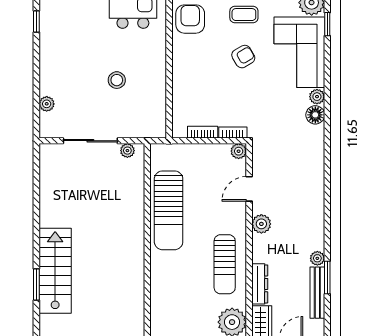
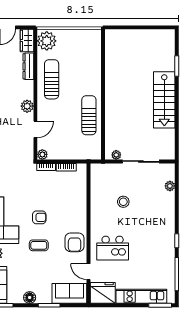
armchair: (243, 57) -> (39, 217), turned -150
sun lounger: (169, 210) -> (89, 115), width x0.73, depth x0.75
stairs: (55, 271) -> (164, 100), moved

